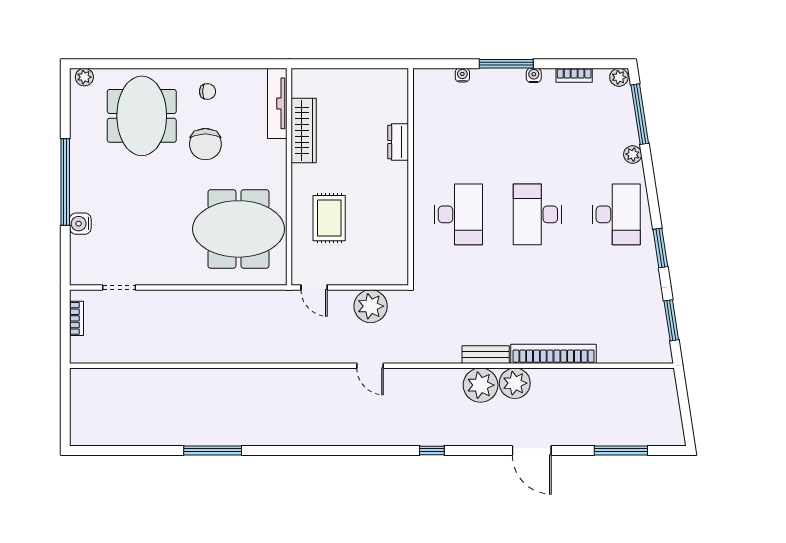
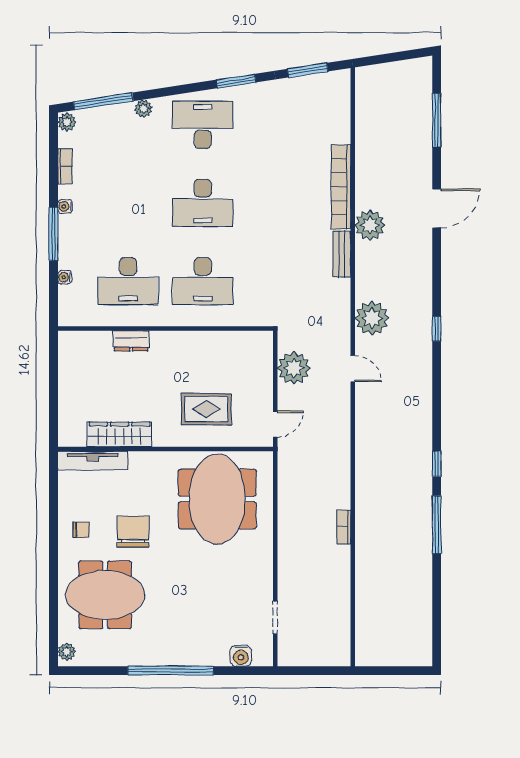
chair: (207, 91) -> (81, 530), turned 90
desk: (458, 139) -> (128, 281), added
chair: (205, 144) -> (133, 532), turned -90
desk: (458, 214) -> (203, 281), turned 180
water cooler: (80, 224) -> (241, 656), moved
bookcase: (76, 318) -> (344, 527), moved, turned -90
door: (370, 366) -> (353, 369), hinge flipped
plant: (481, 385) -> (372, 318), moved
window: (274, 450) -> (437, 464), added
window: (432, 450) -> (437, 329), moved

